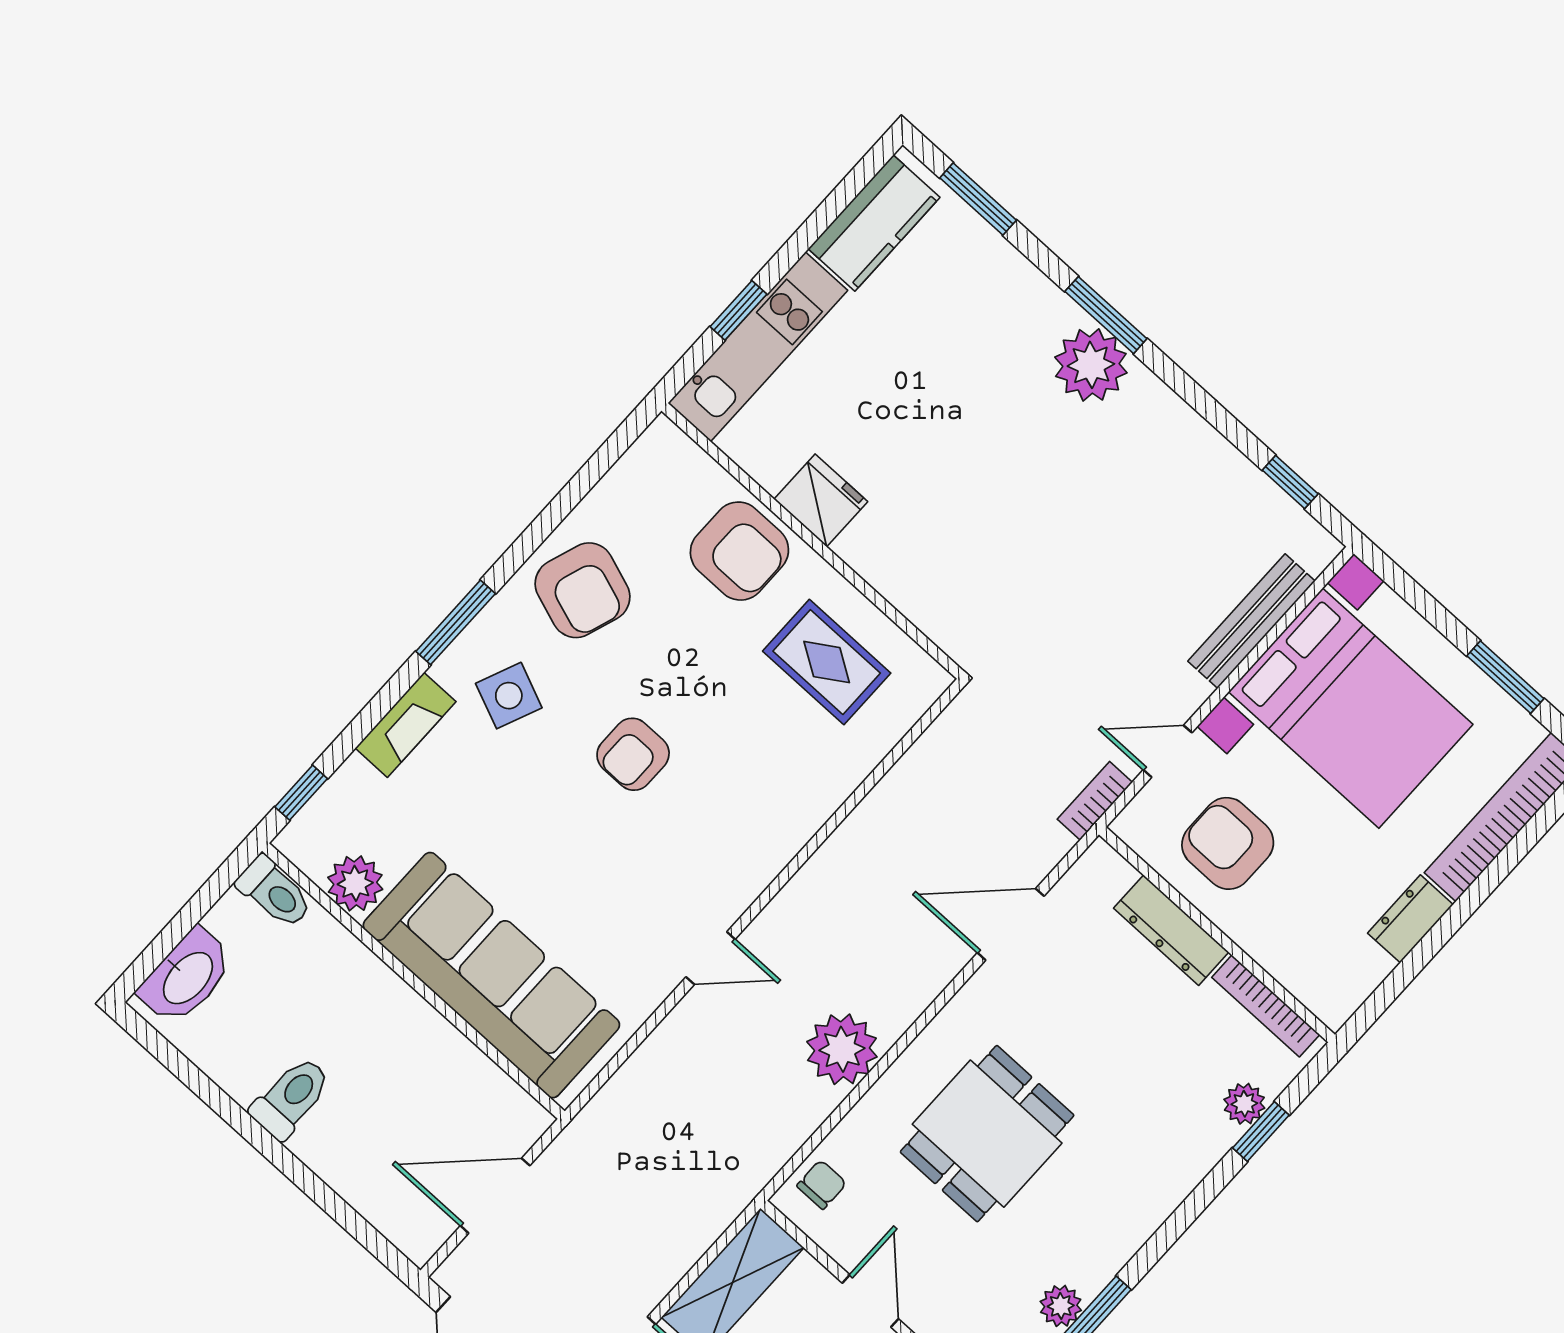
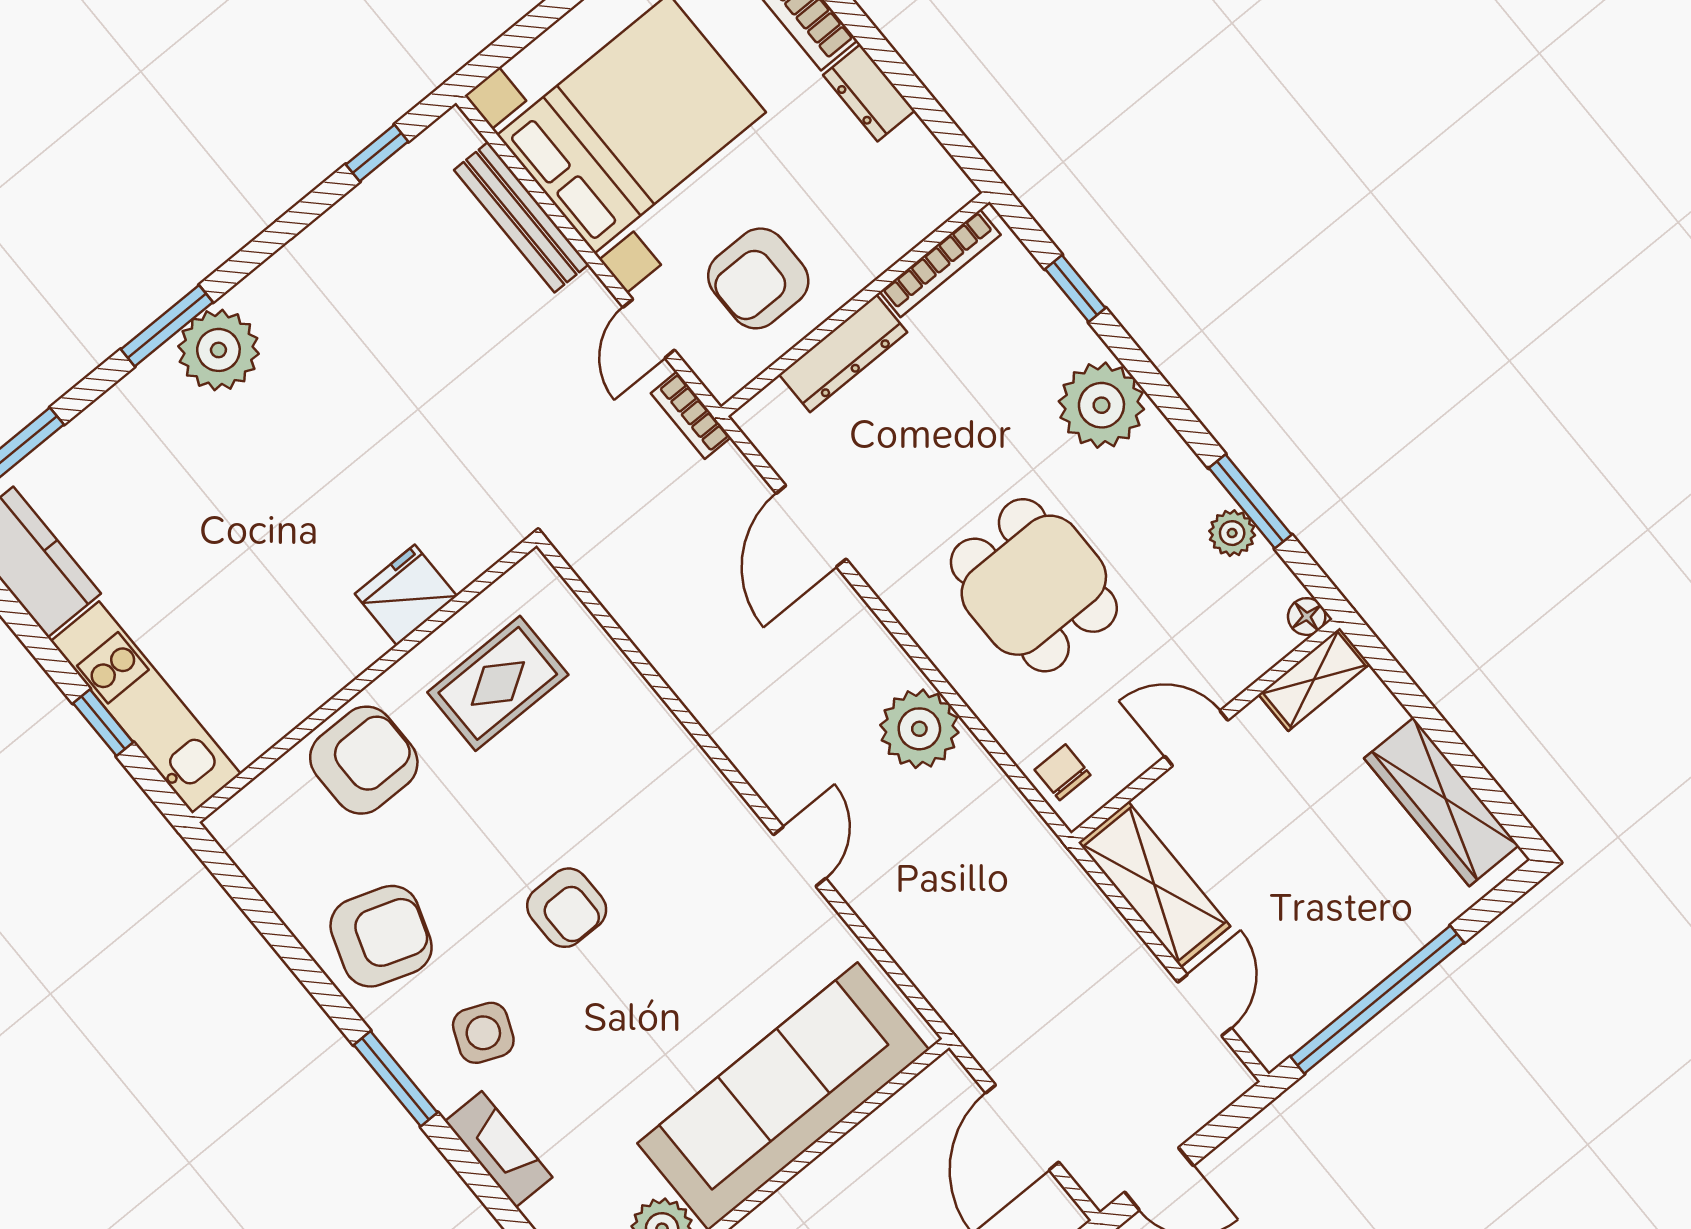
fridge: (821, 500) -> (406, 595), moved
plant: (1244, 1104) -> (1101, 405), moved, width x1.88, depth x1.88

